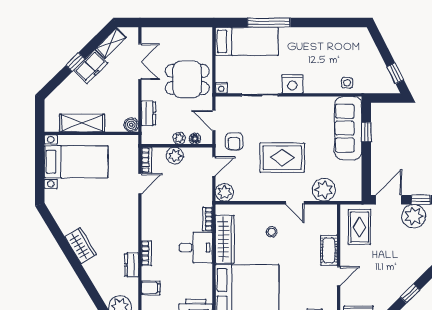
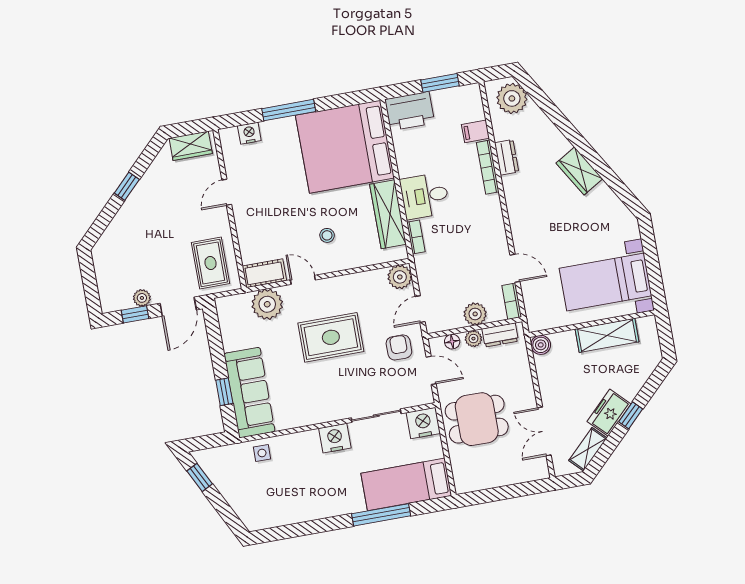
nightstand: (221, 88) -> (423, 423), width x1.89, depth x1.79
dresser: (148, 113) -> (500, 335), moved, turned -90
door: (140, 184) -> (515, 268), swing flipped
plant: (414, 216) -> (142, 298), width x0.53, depth x0.53
cot: (329, 250) -> (264, 273), moved, turned 90
bookcase: (146, 253) -> (488, 167), width x1.56

